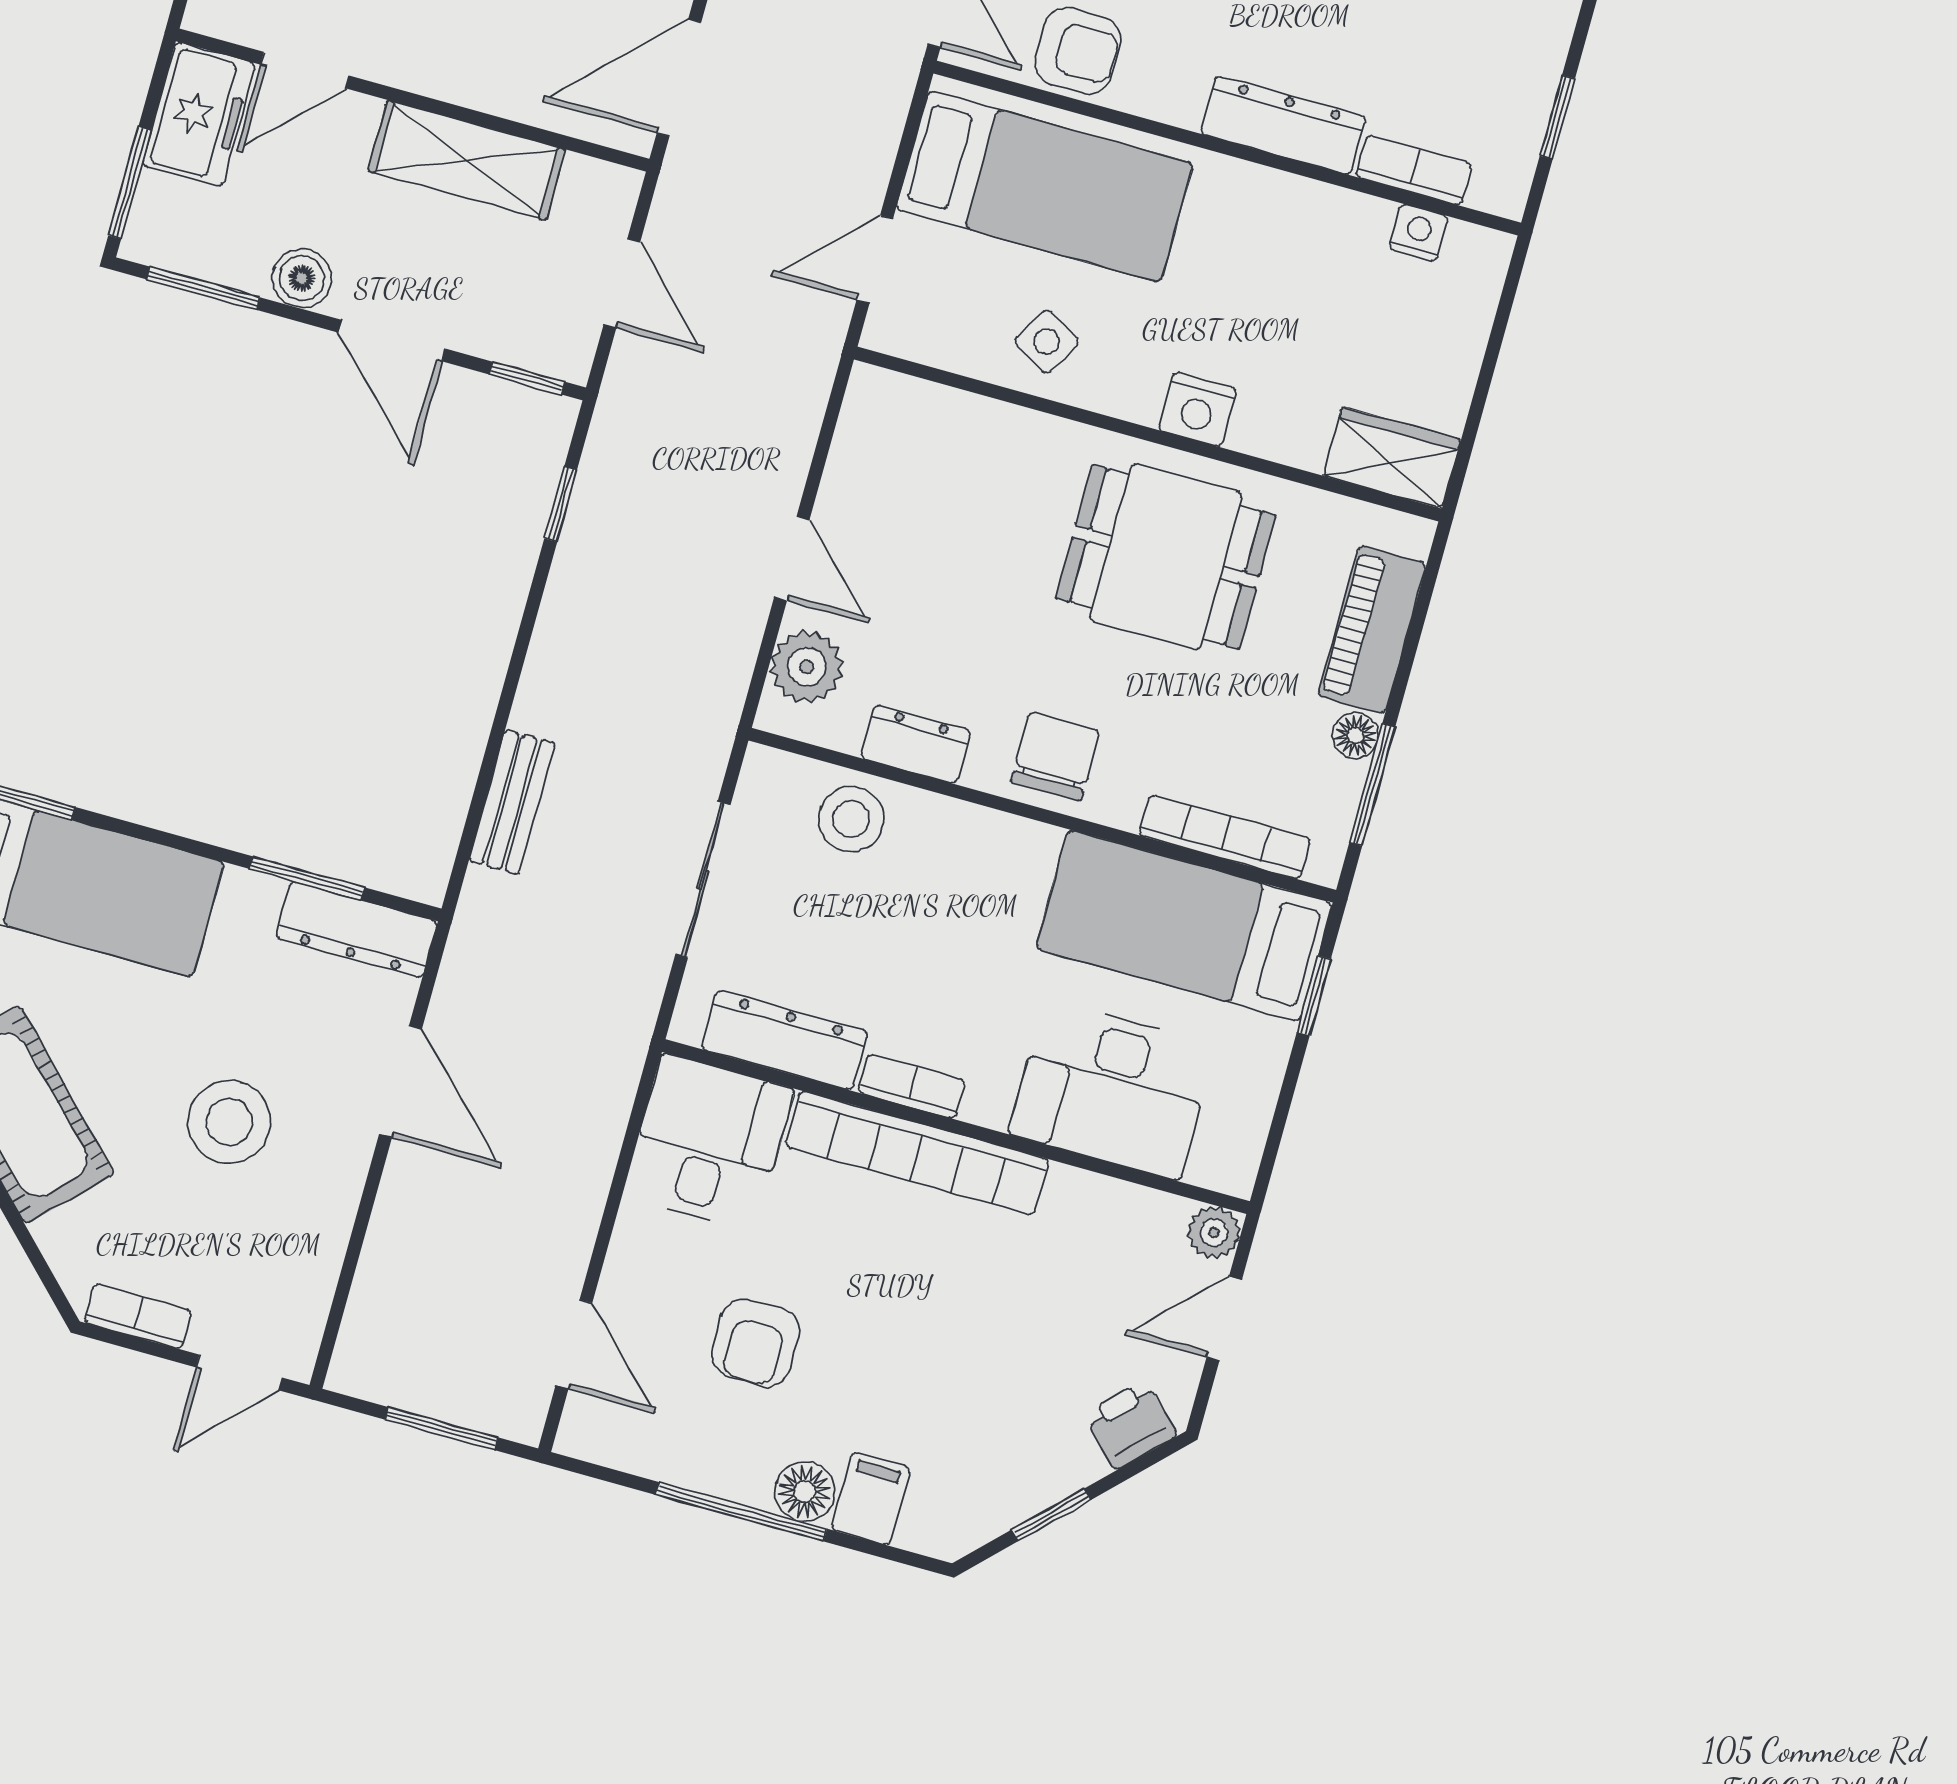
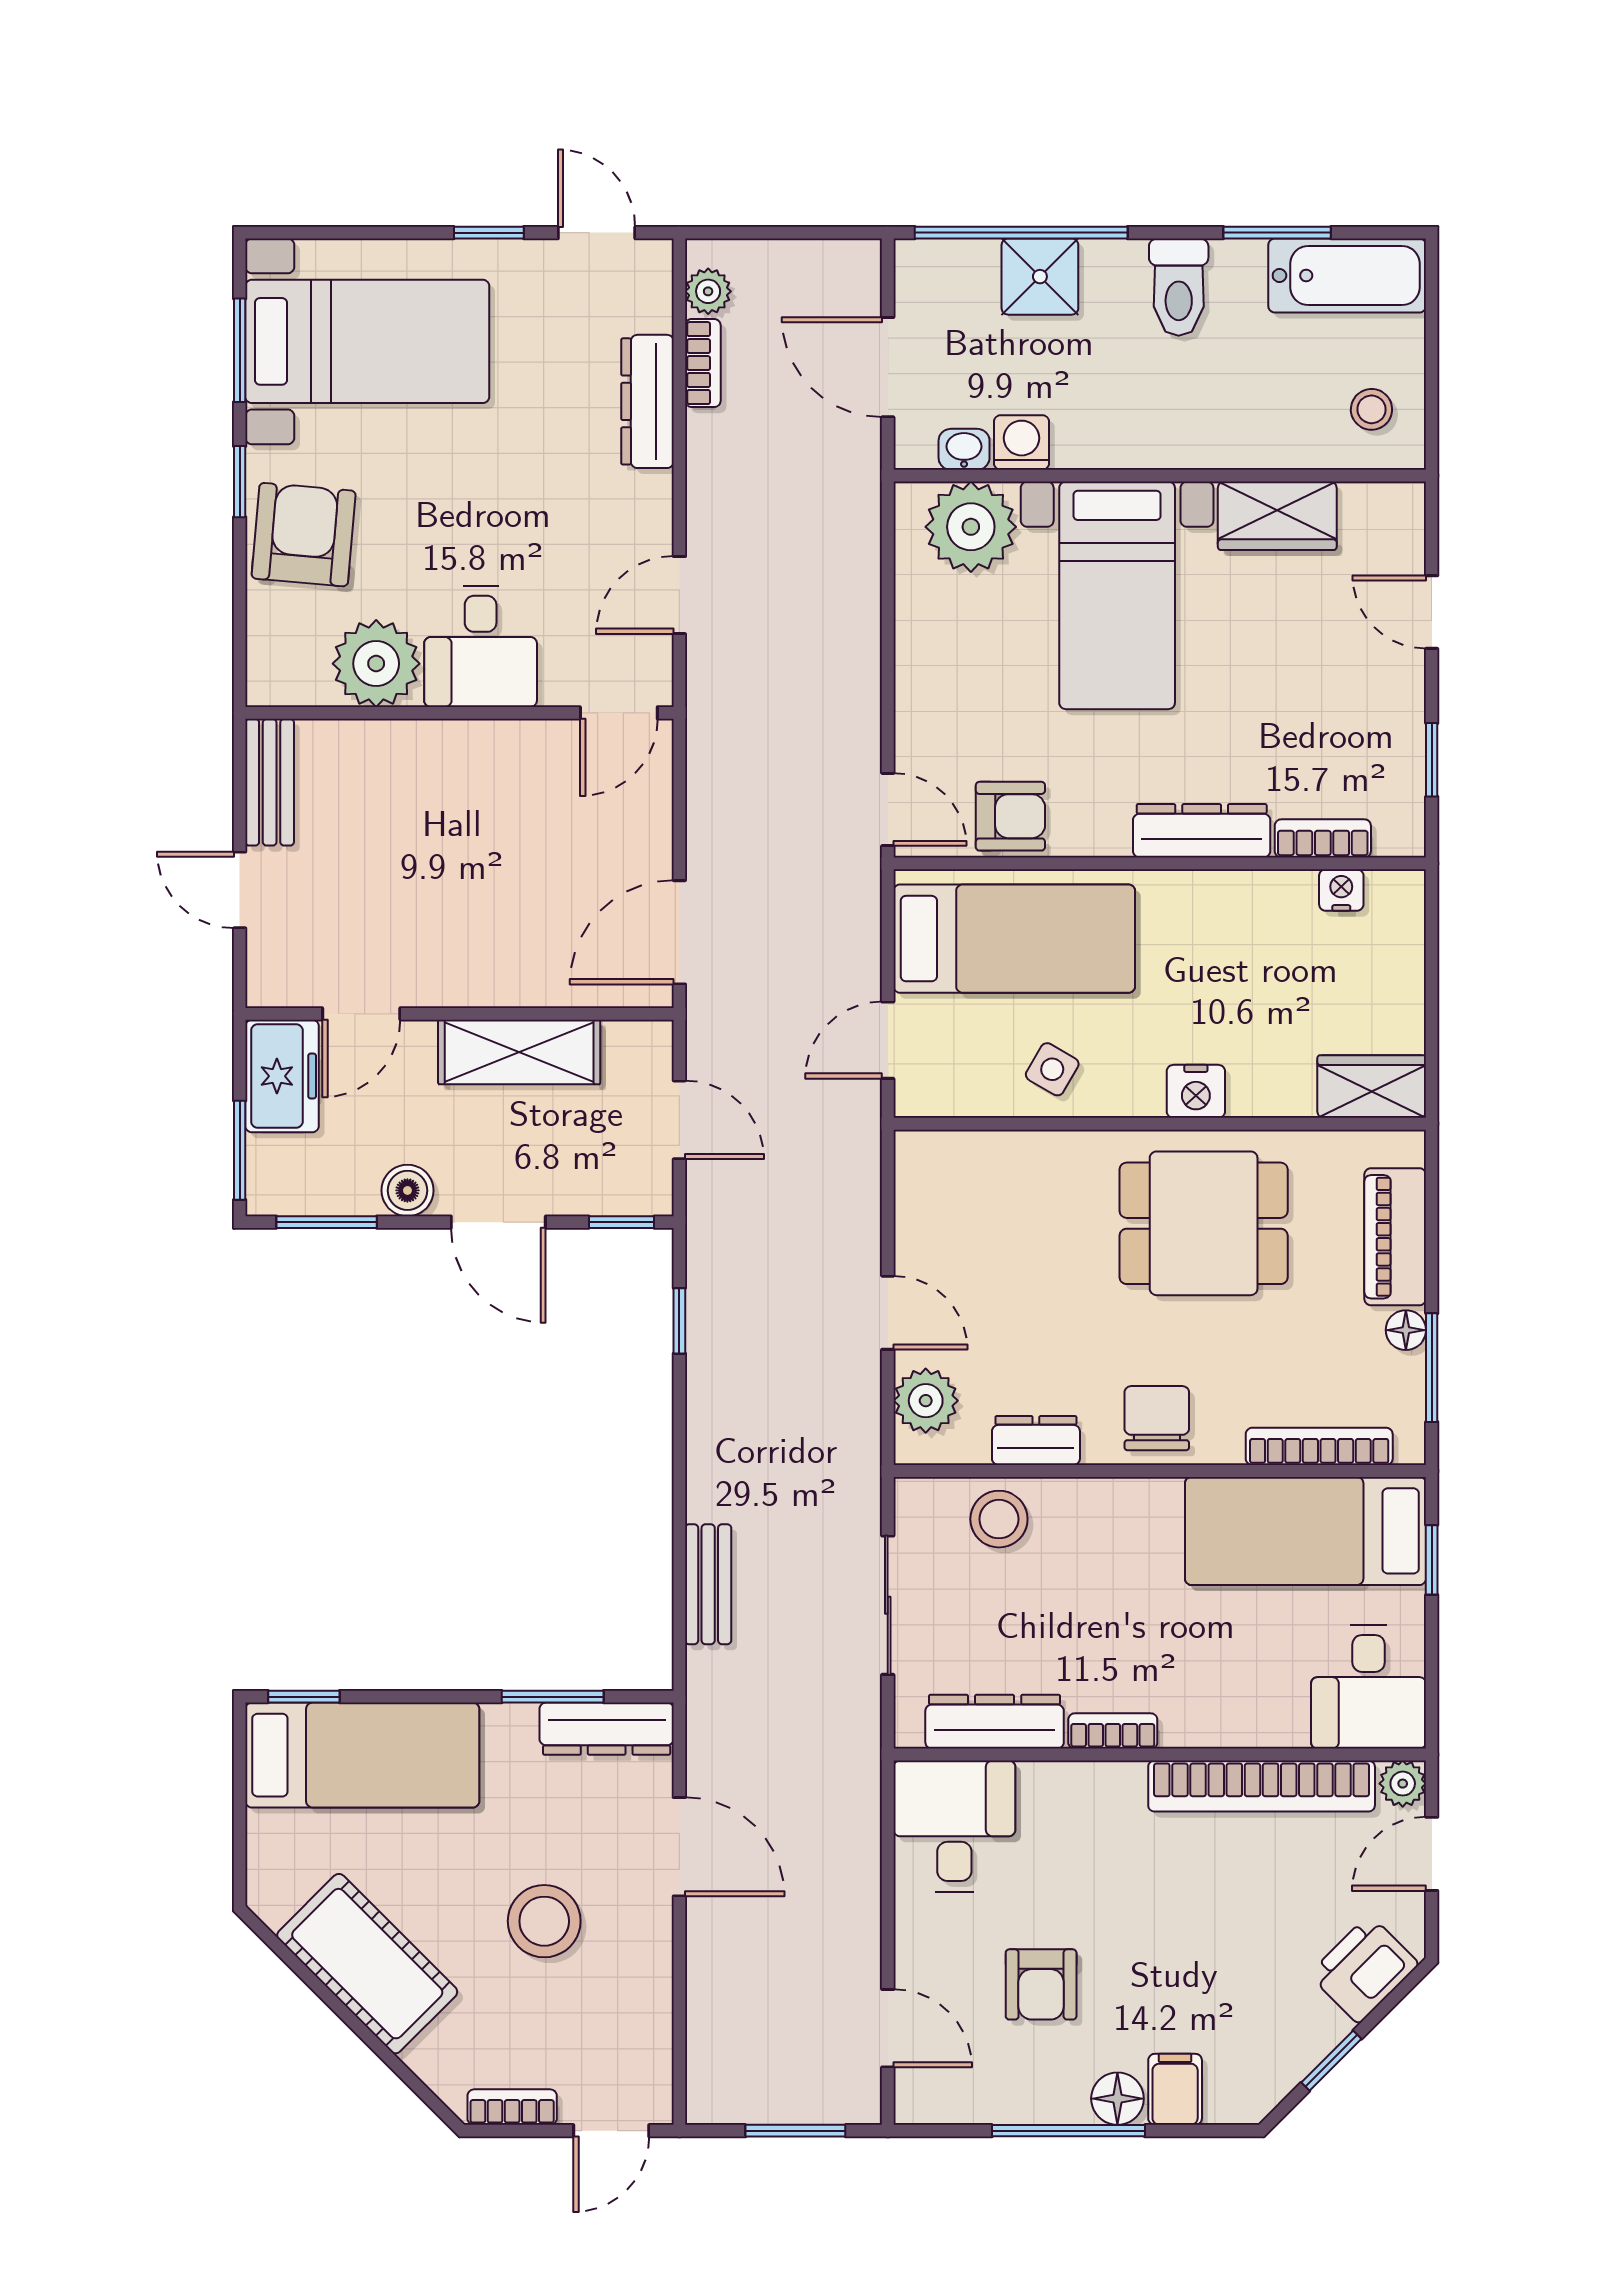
desk: (1112, 1090) -> (1369, 1687), moved, width x0.73
bookcase: (917, 1153) -> (1262, 1786), moved
printer: (1130, 1425) -> (1364, 1969), width x1.36, depth x1.24

